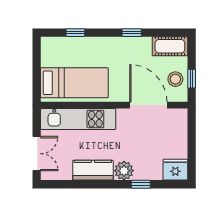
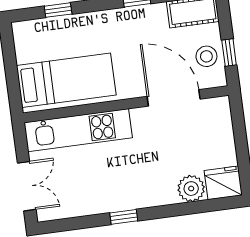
kitchen counter: (93, 170) -> (108, 199), removed
plant: (124, 171) -> (191, 189), moved
window: (141, 184) -> (124, 217), moved

